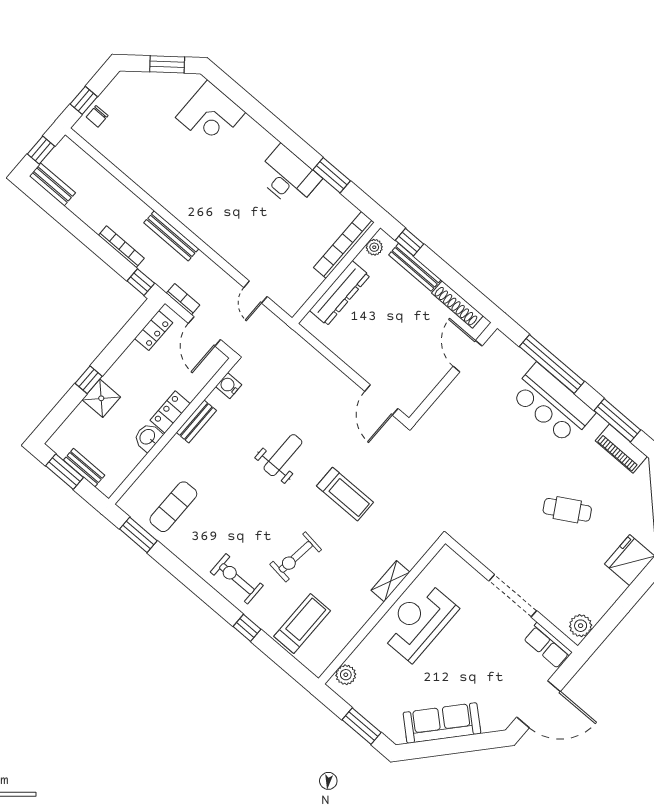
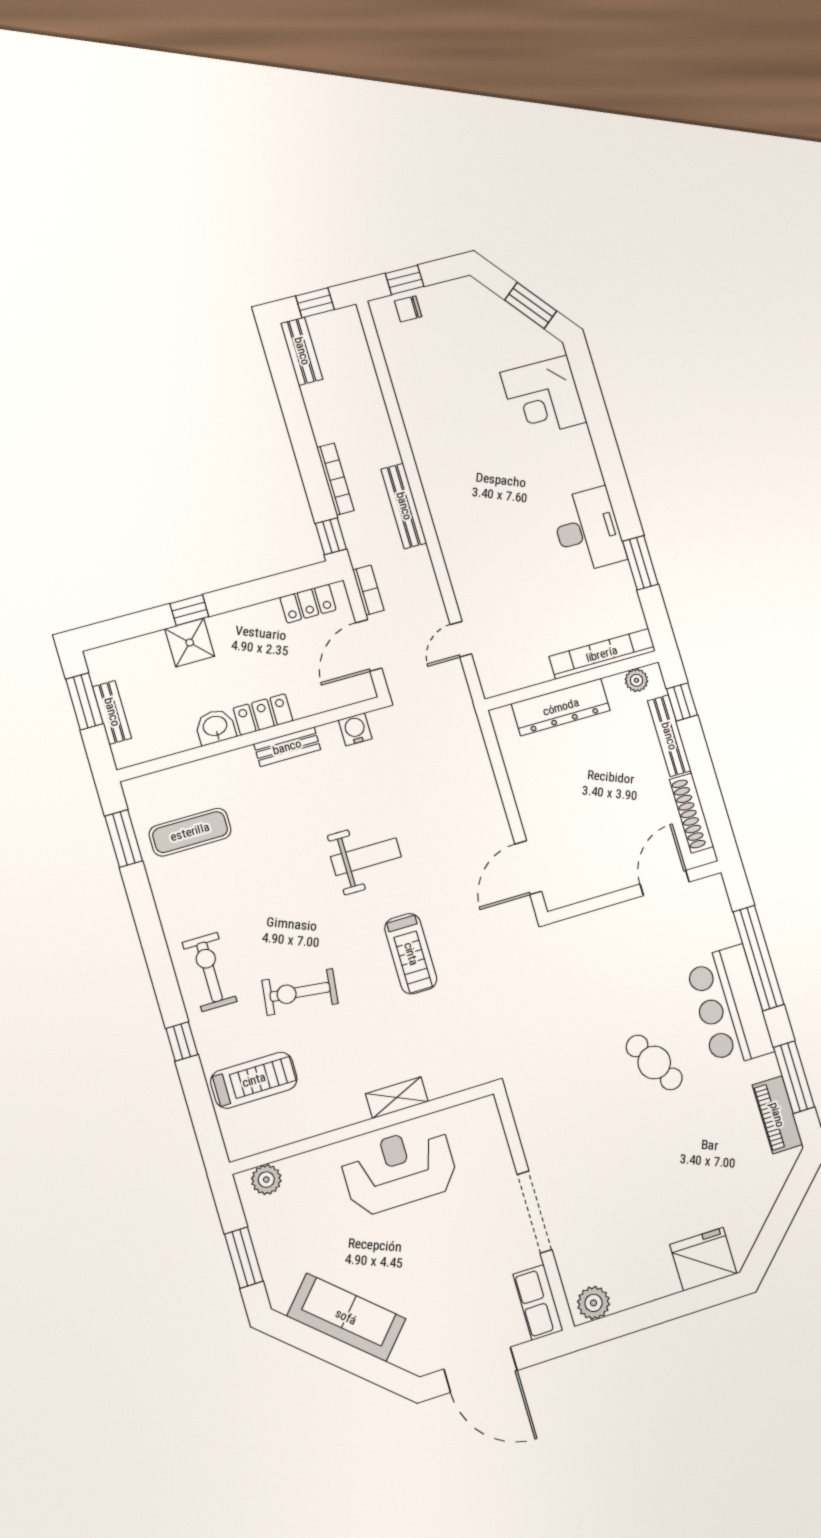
cafe table: (567, 510) -> (654, 1062), moved

